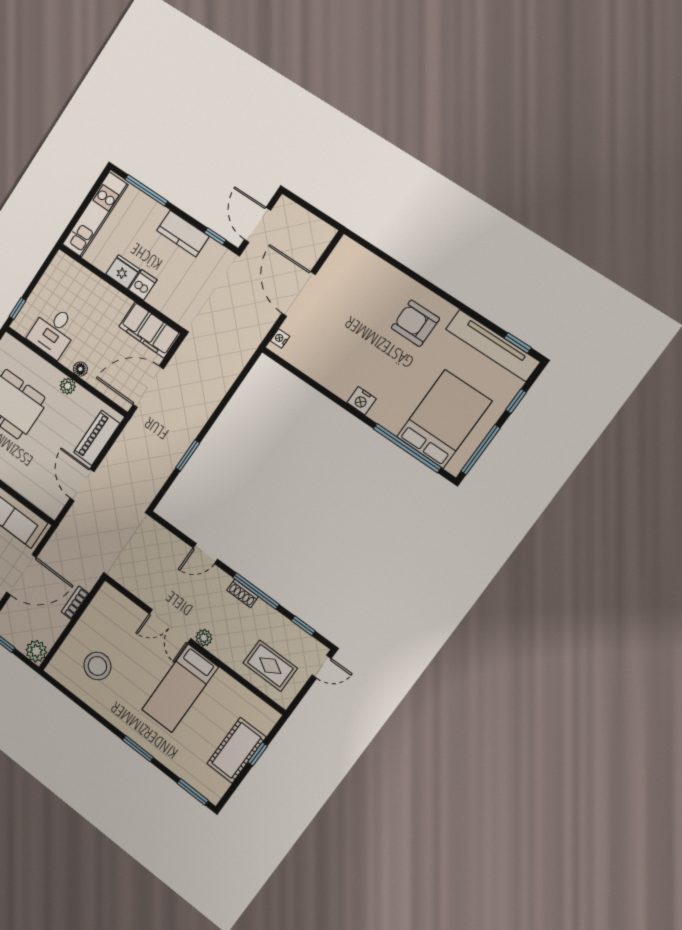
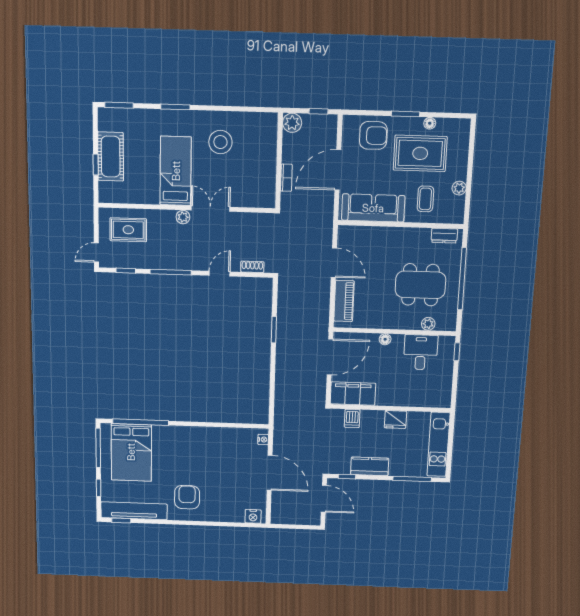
dishwasher: (143, 285) -> (352, 418), moved
armchair: (415, 323) -> (187, 497), turned -90
plant: (68, 386) -> (428, 324), moved
nightstand: (362, 401) -> (253, 516), moved, turned 180
shoe rack: (243, 593) -> (252, 267), moved
stool: (97, 666) -> (220, 142), moved

